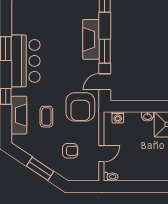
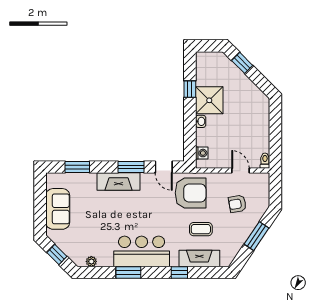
plant: (16, 14) -> (91, 261), added
armchair: (70, 151) -> (237, 204), turned -100

